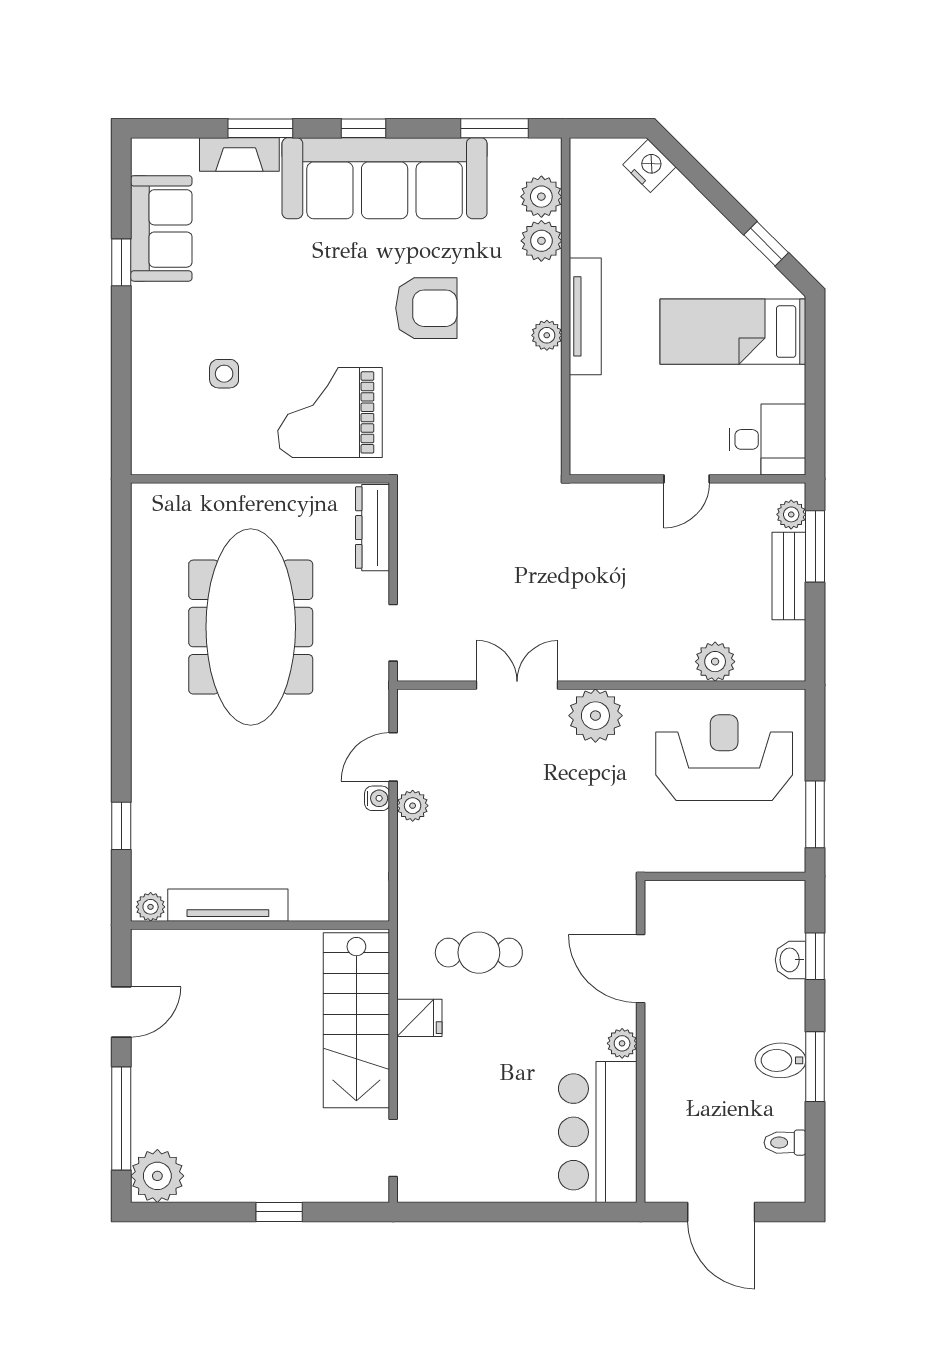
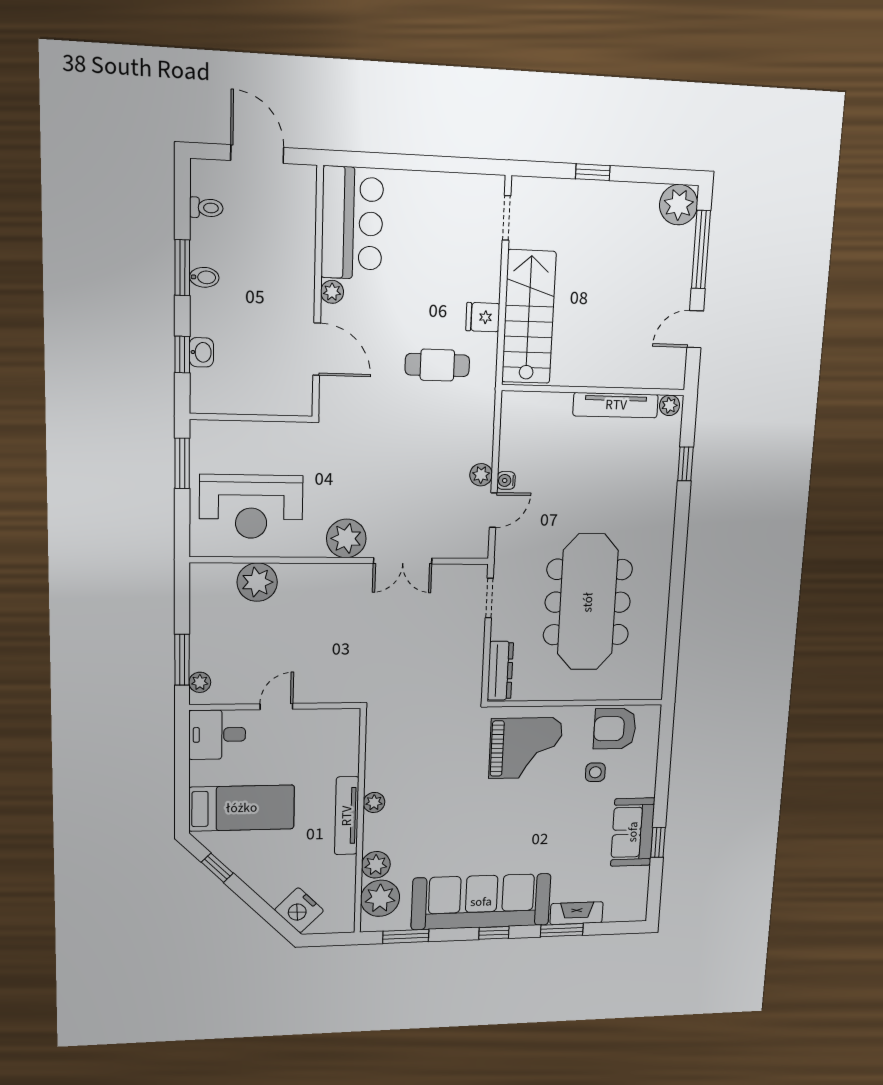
nightstand: (649, 166) -> (299, 910), width x1.36, depth x1.33
plant: (541, 197) -> (380, 898), width x1.36, depth x1.36
sofa: (161, 228) -> (633, 832), moved
armchair: (426, 308) -> (615, 729), moved
bench: (789, 576) -> (202, 639), removed
plant: (715, 662) -> (257, 582), width x1.36, depth x1.36
bidet: (780, 1060) -> (204, 277), width x0.72, depth x0.74

